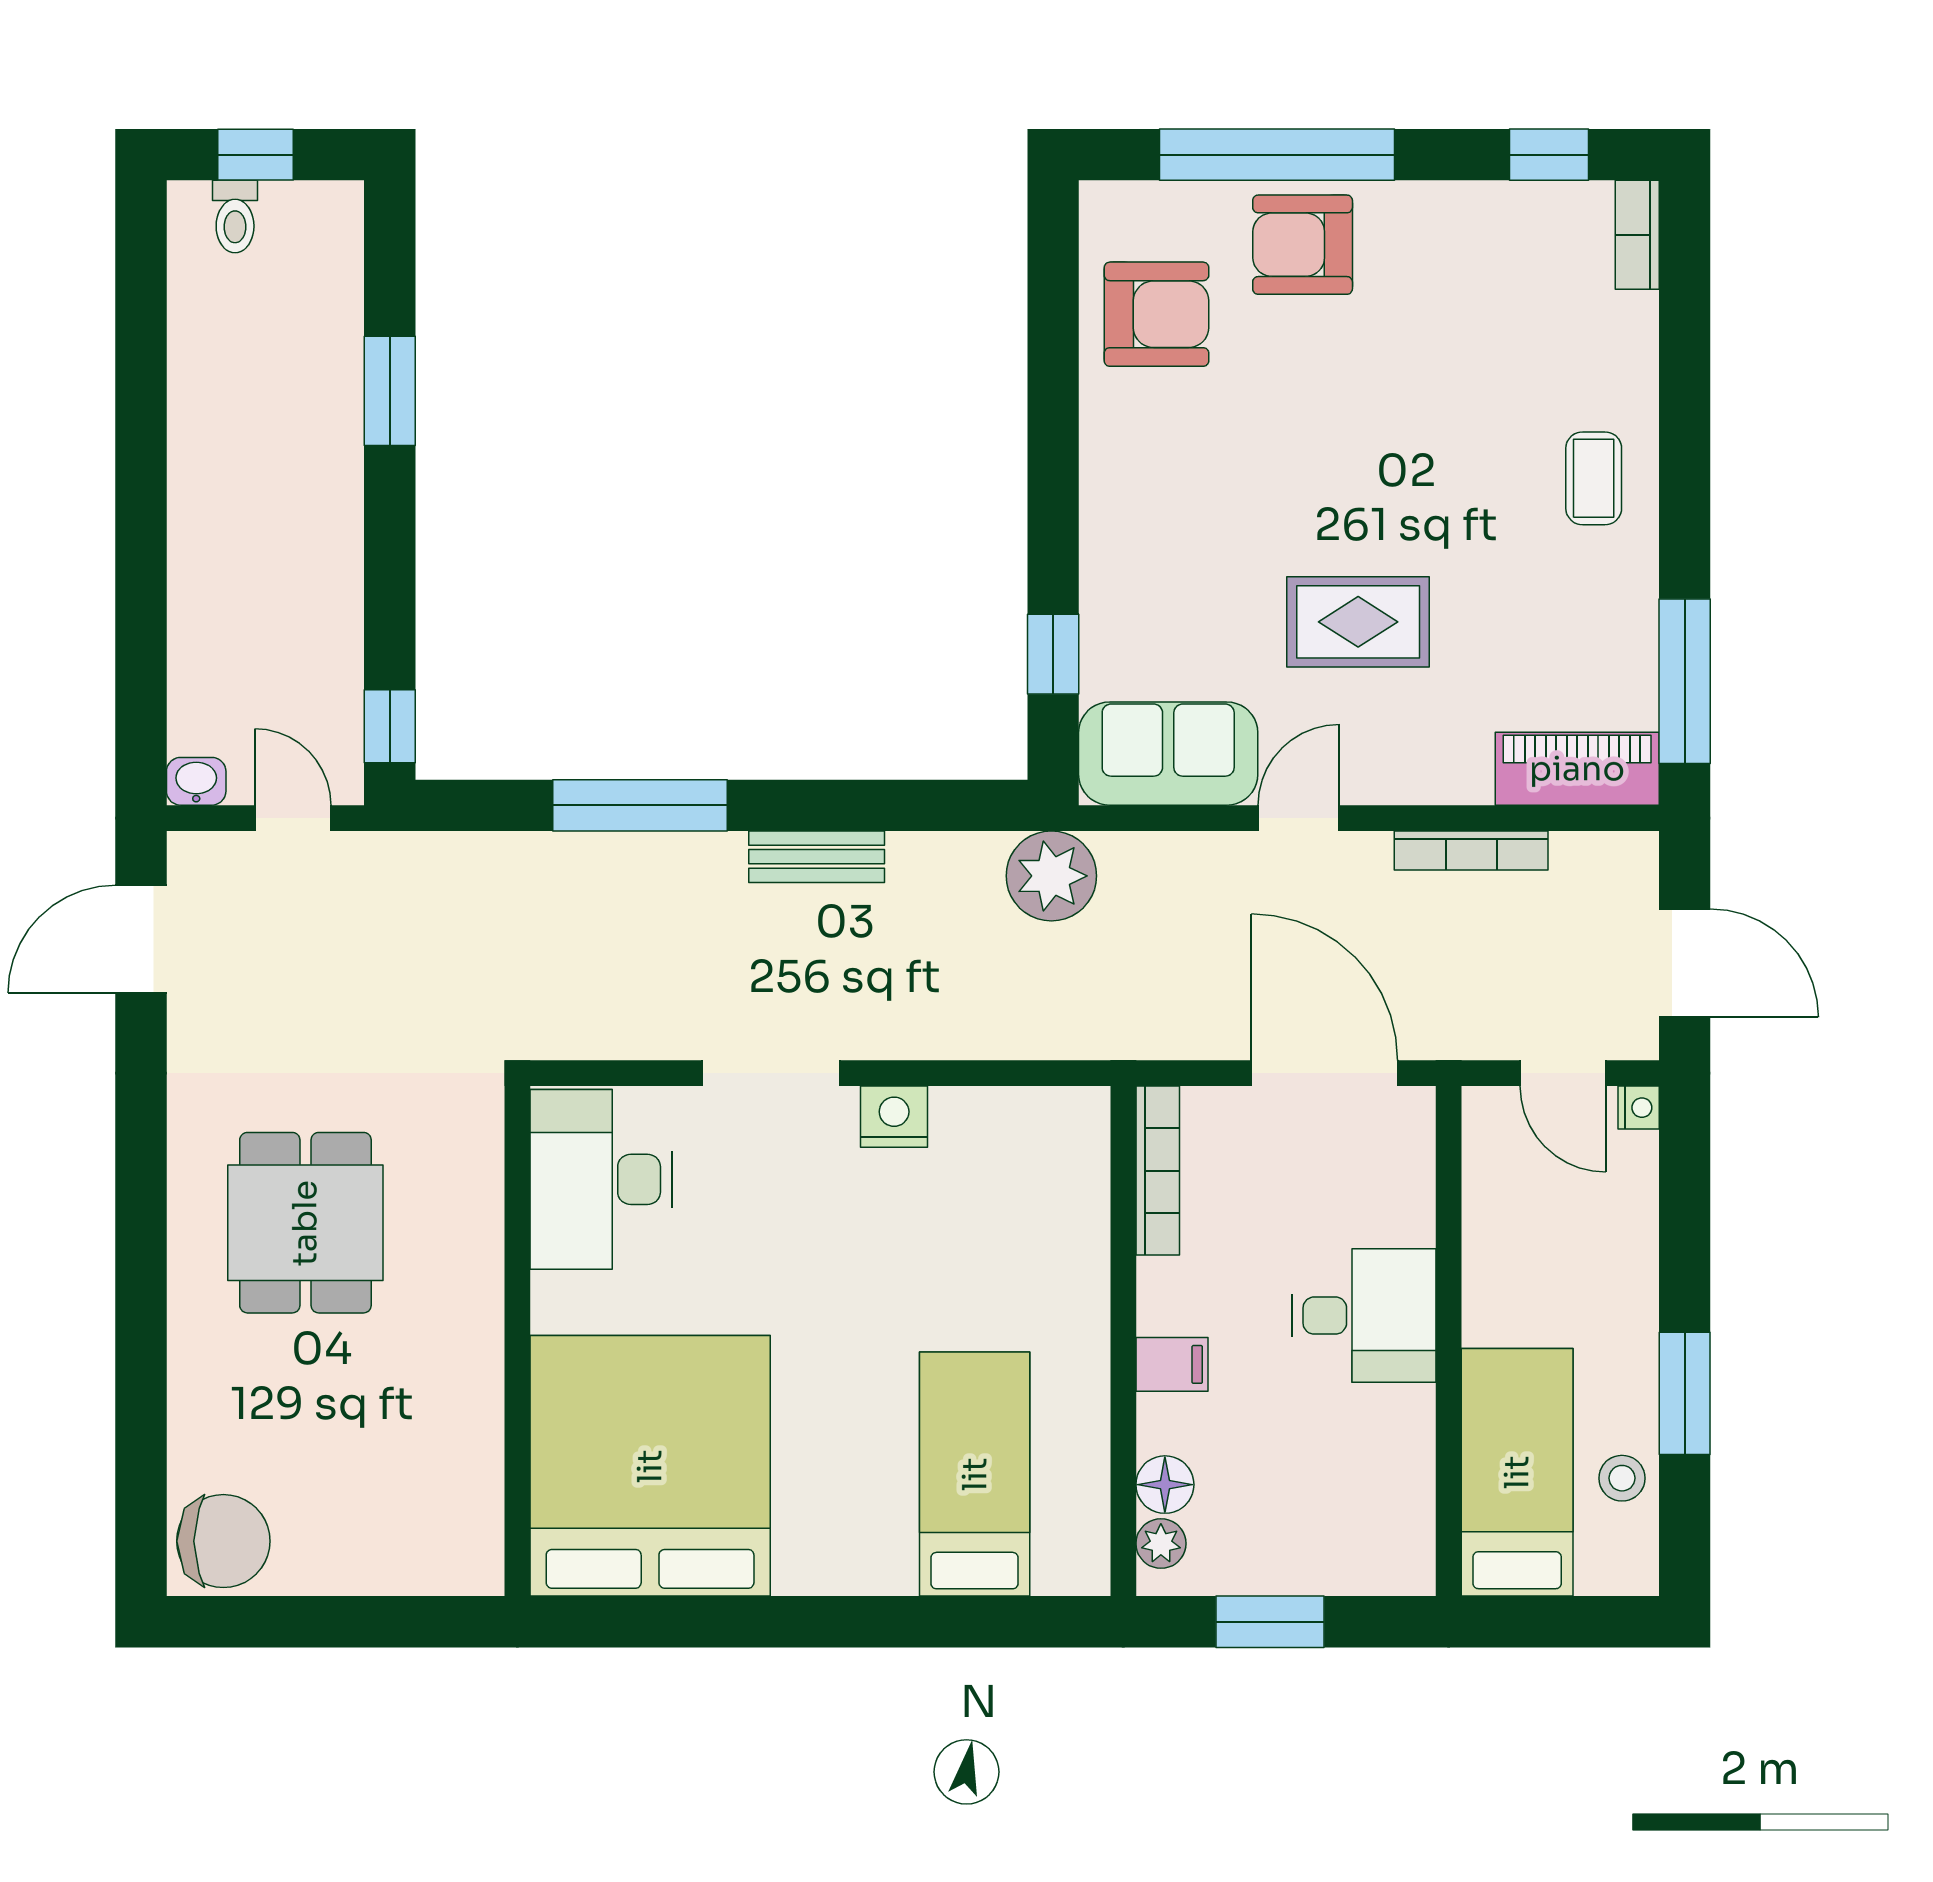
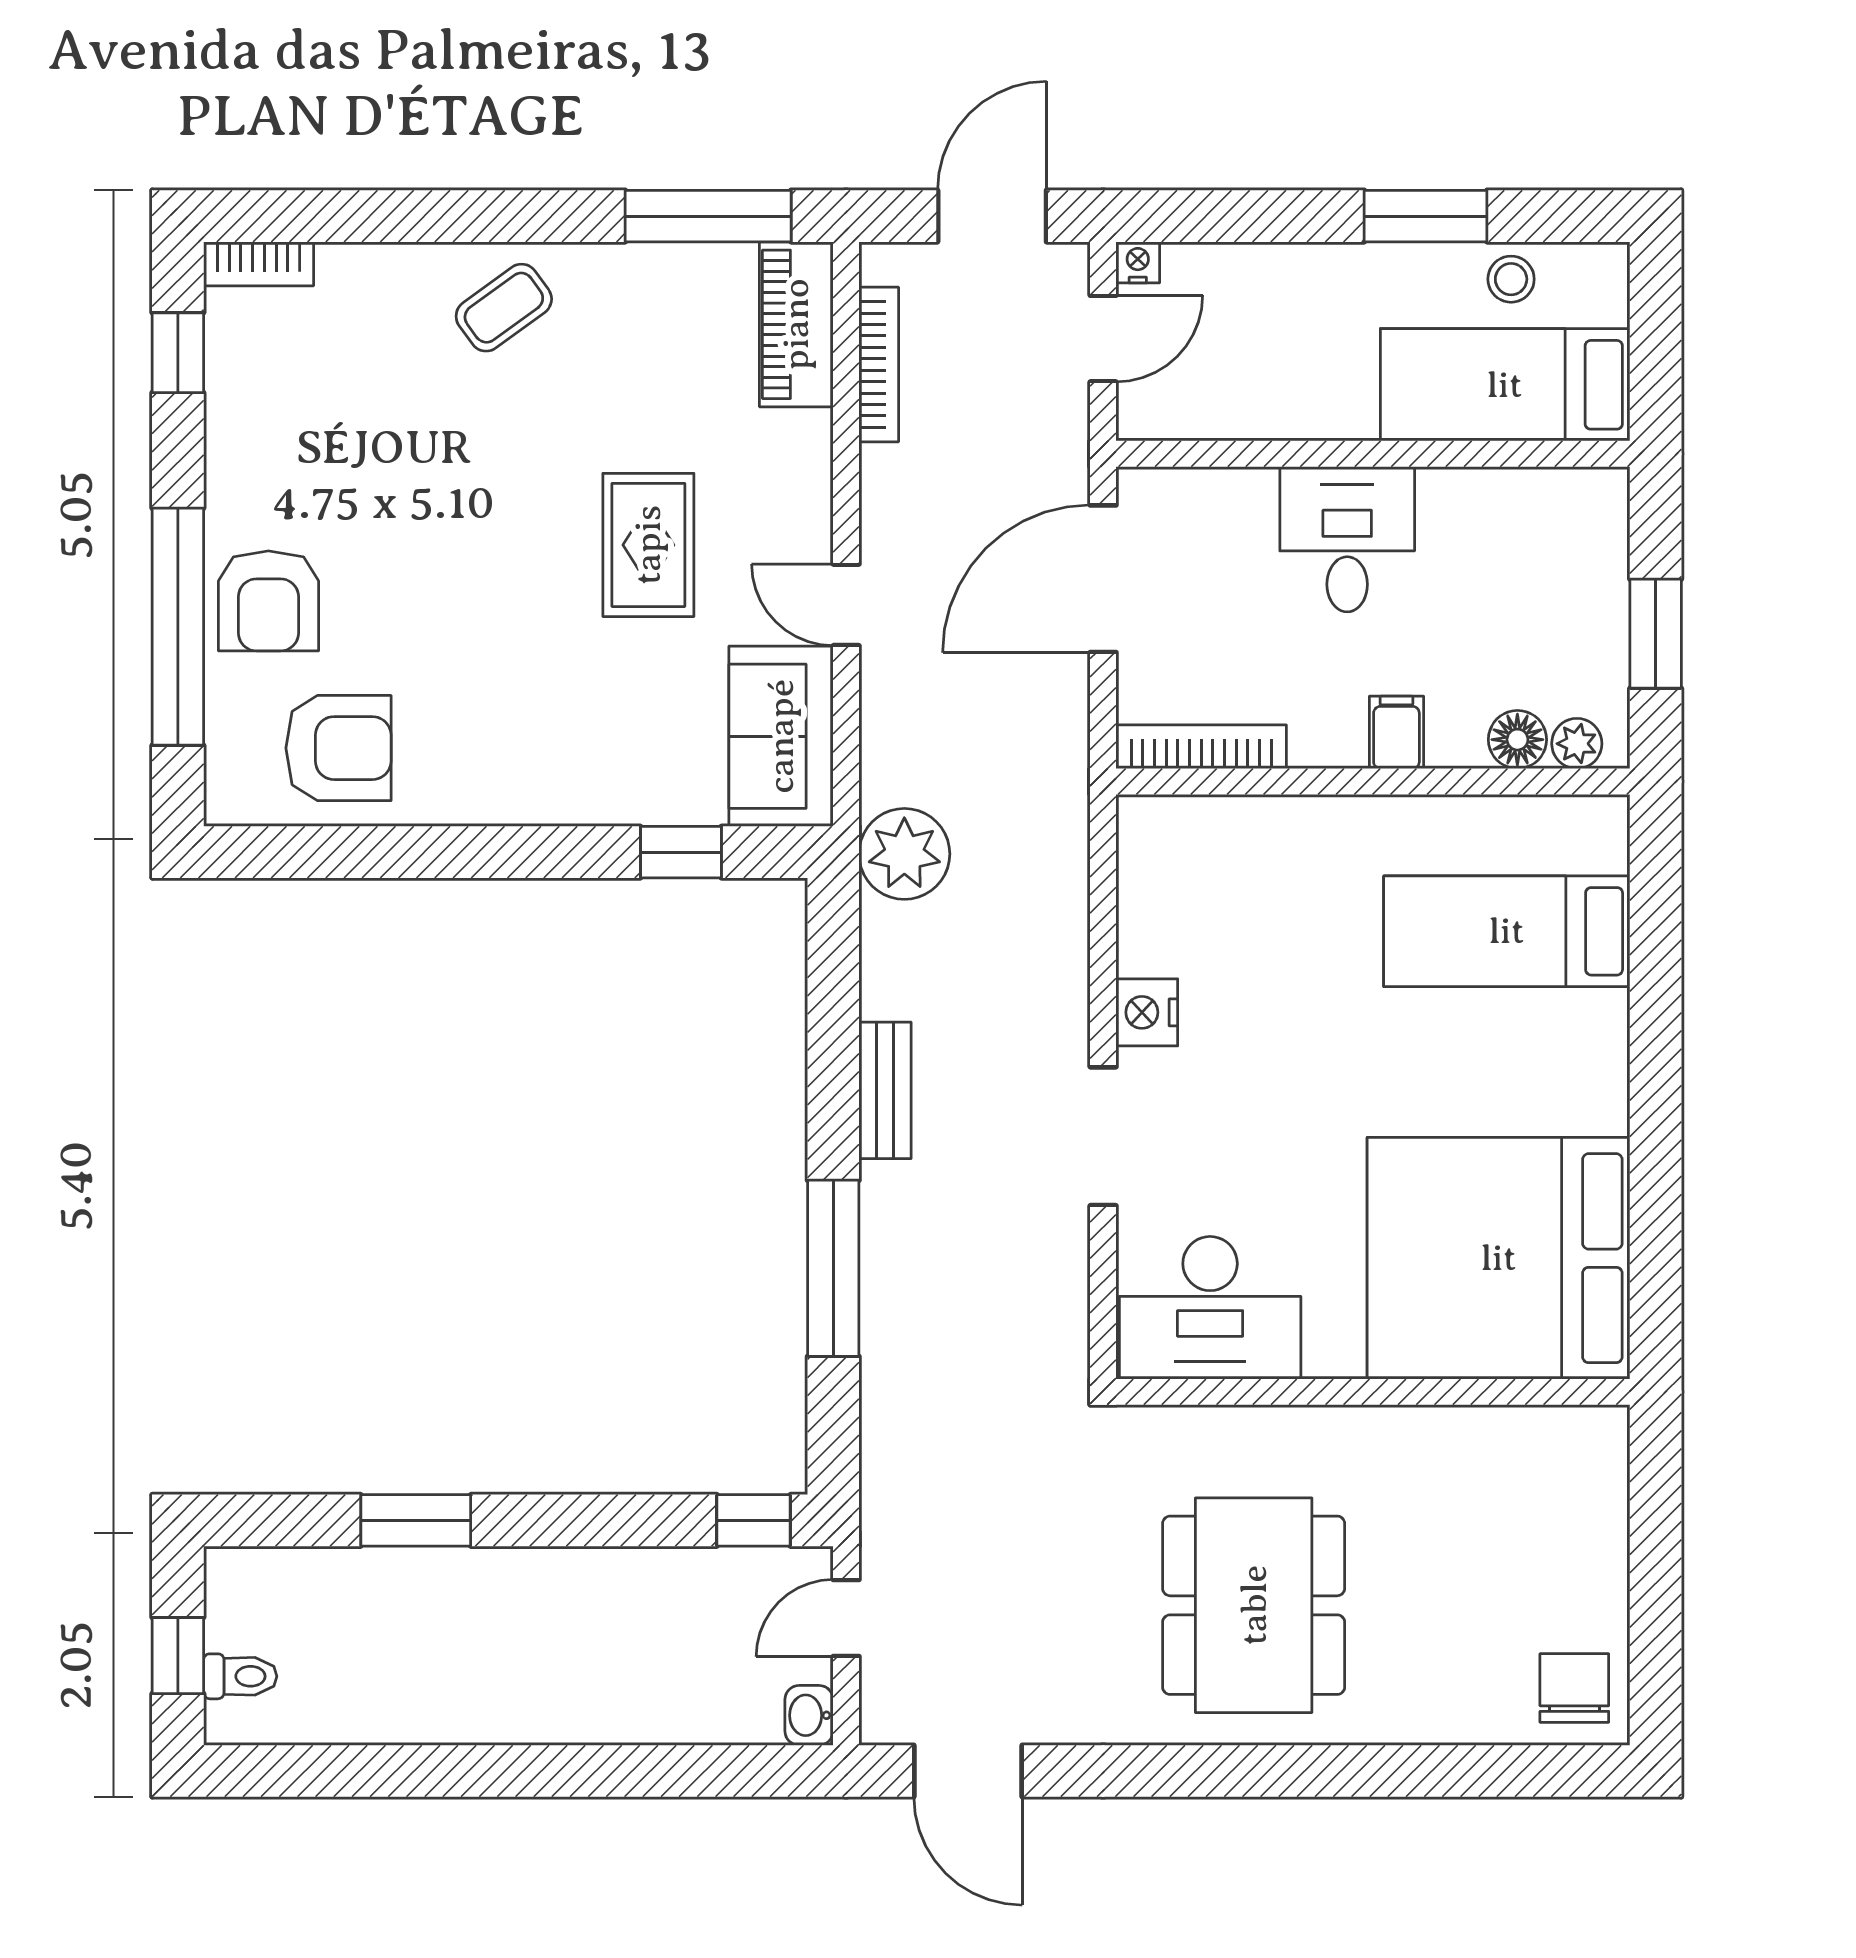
armchair: (1156, 314) -> (338, 748), turned 90
coffee table: (1594, 478) -> (504, 308), turned -36
bookcase: (1471, 850) -> (879, 364), moved
dining table: (305, 1223) -> (1254, 1605), width x1.38
chair: (223, 1541) -> (1574, 1688), width x0.73, depth x0.73

